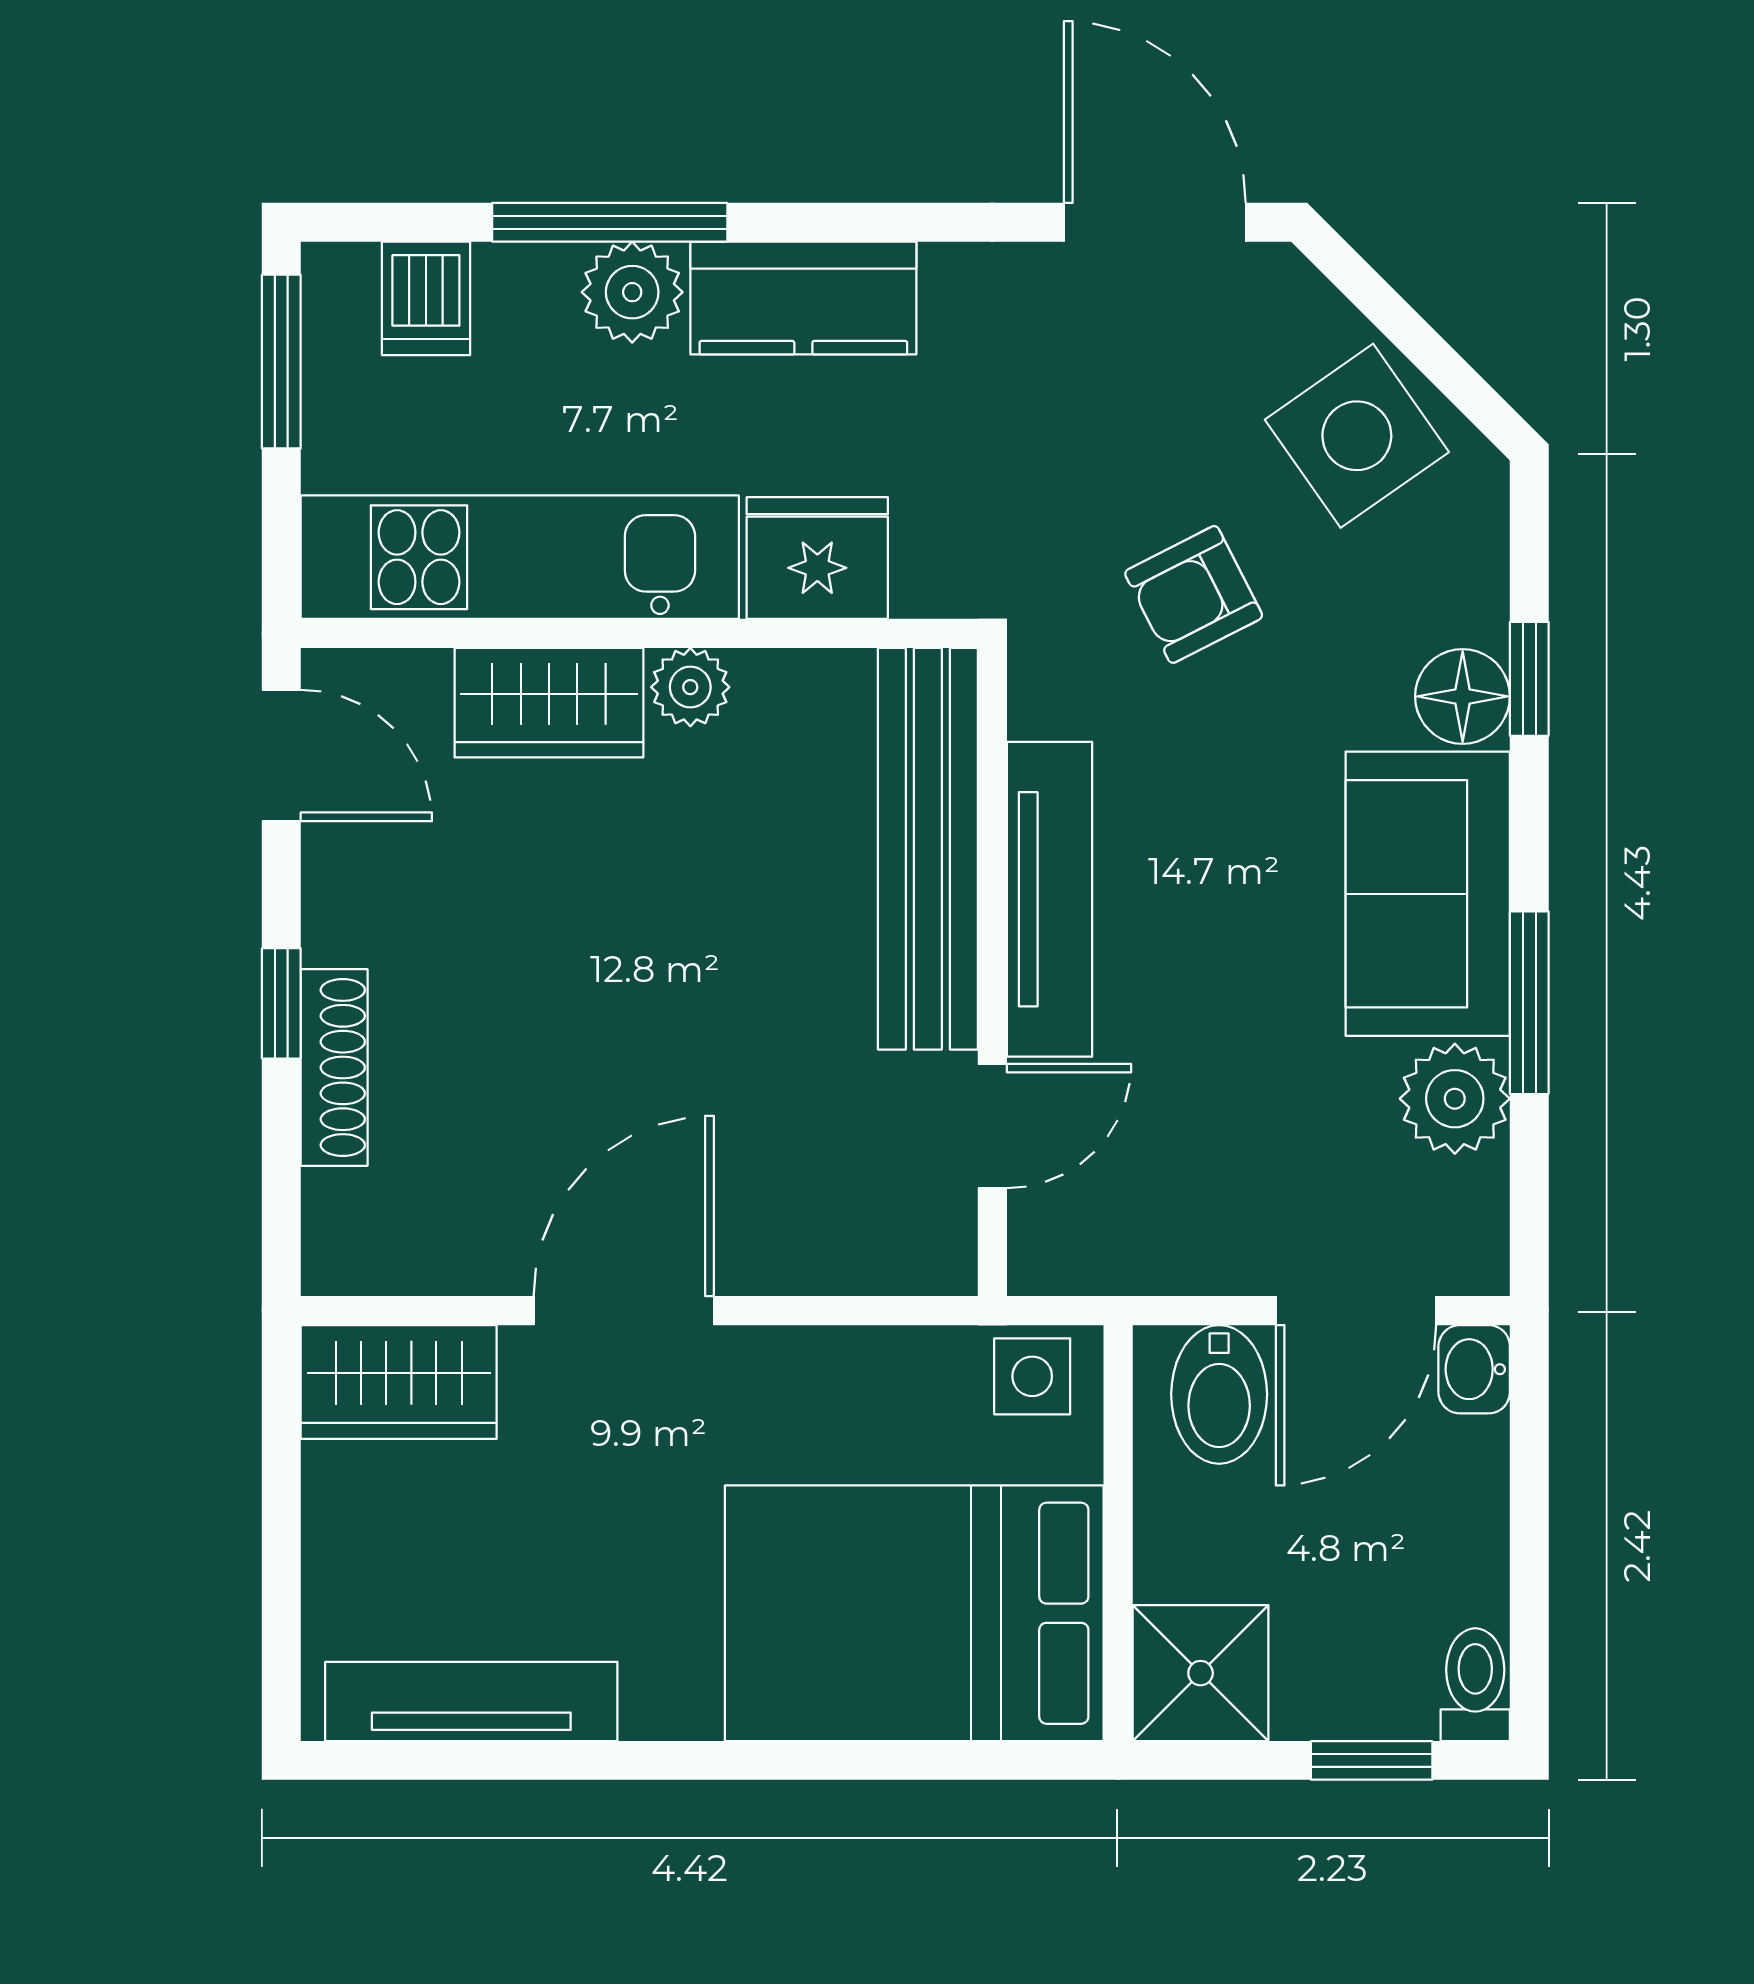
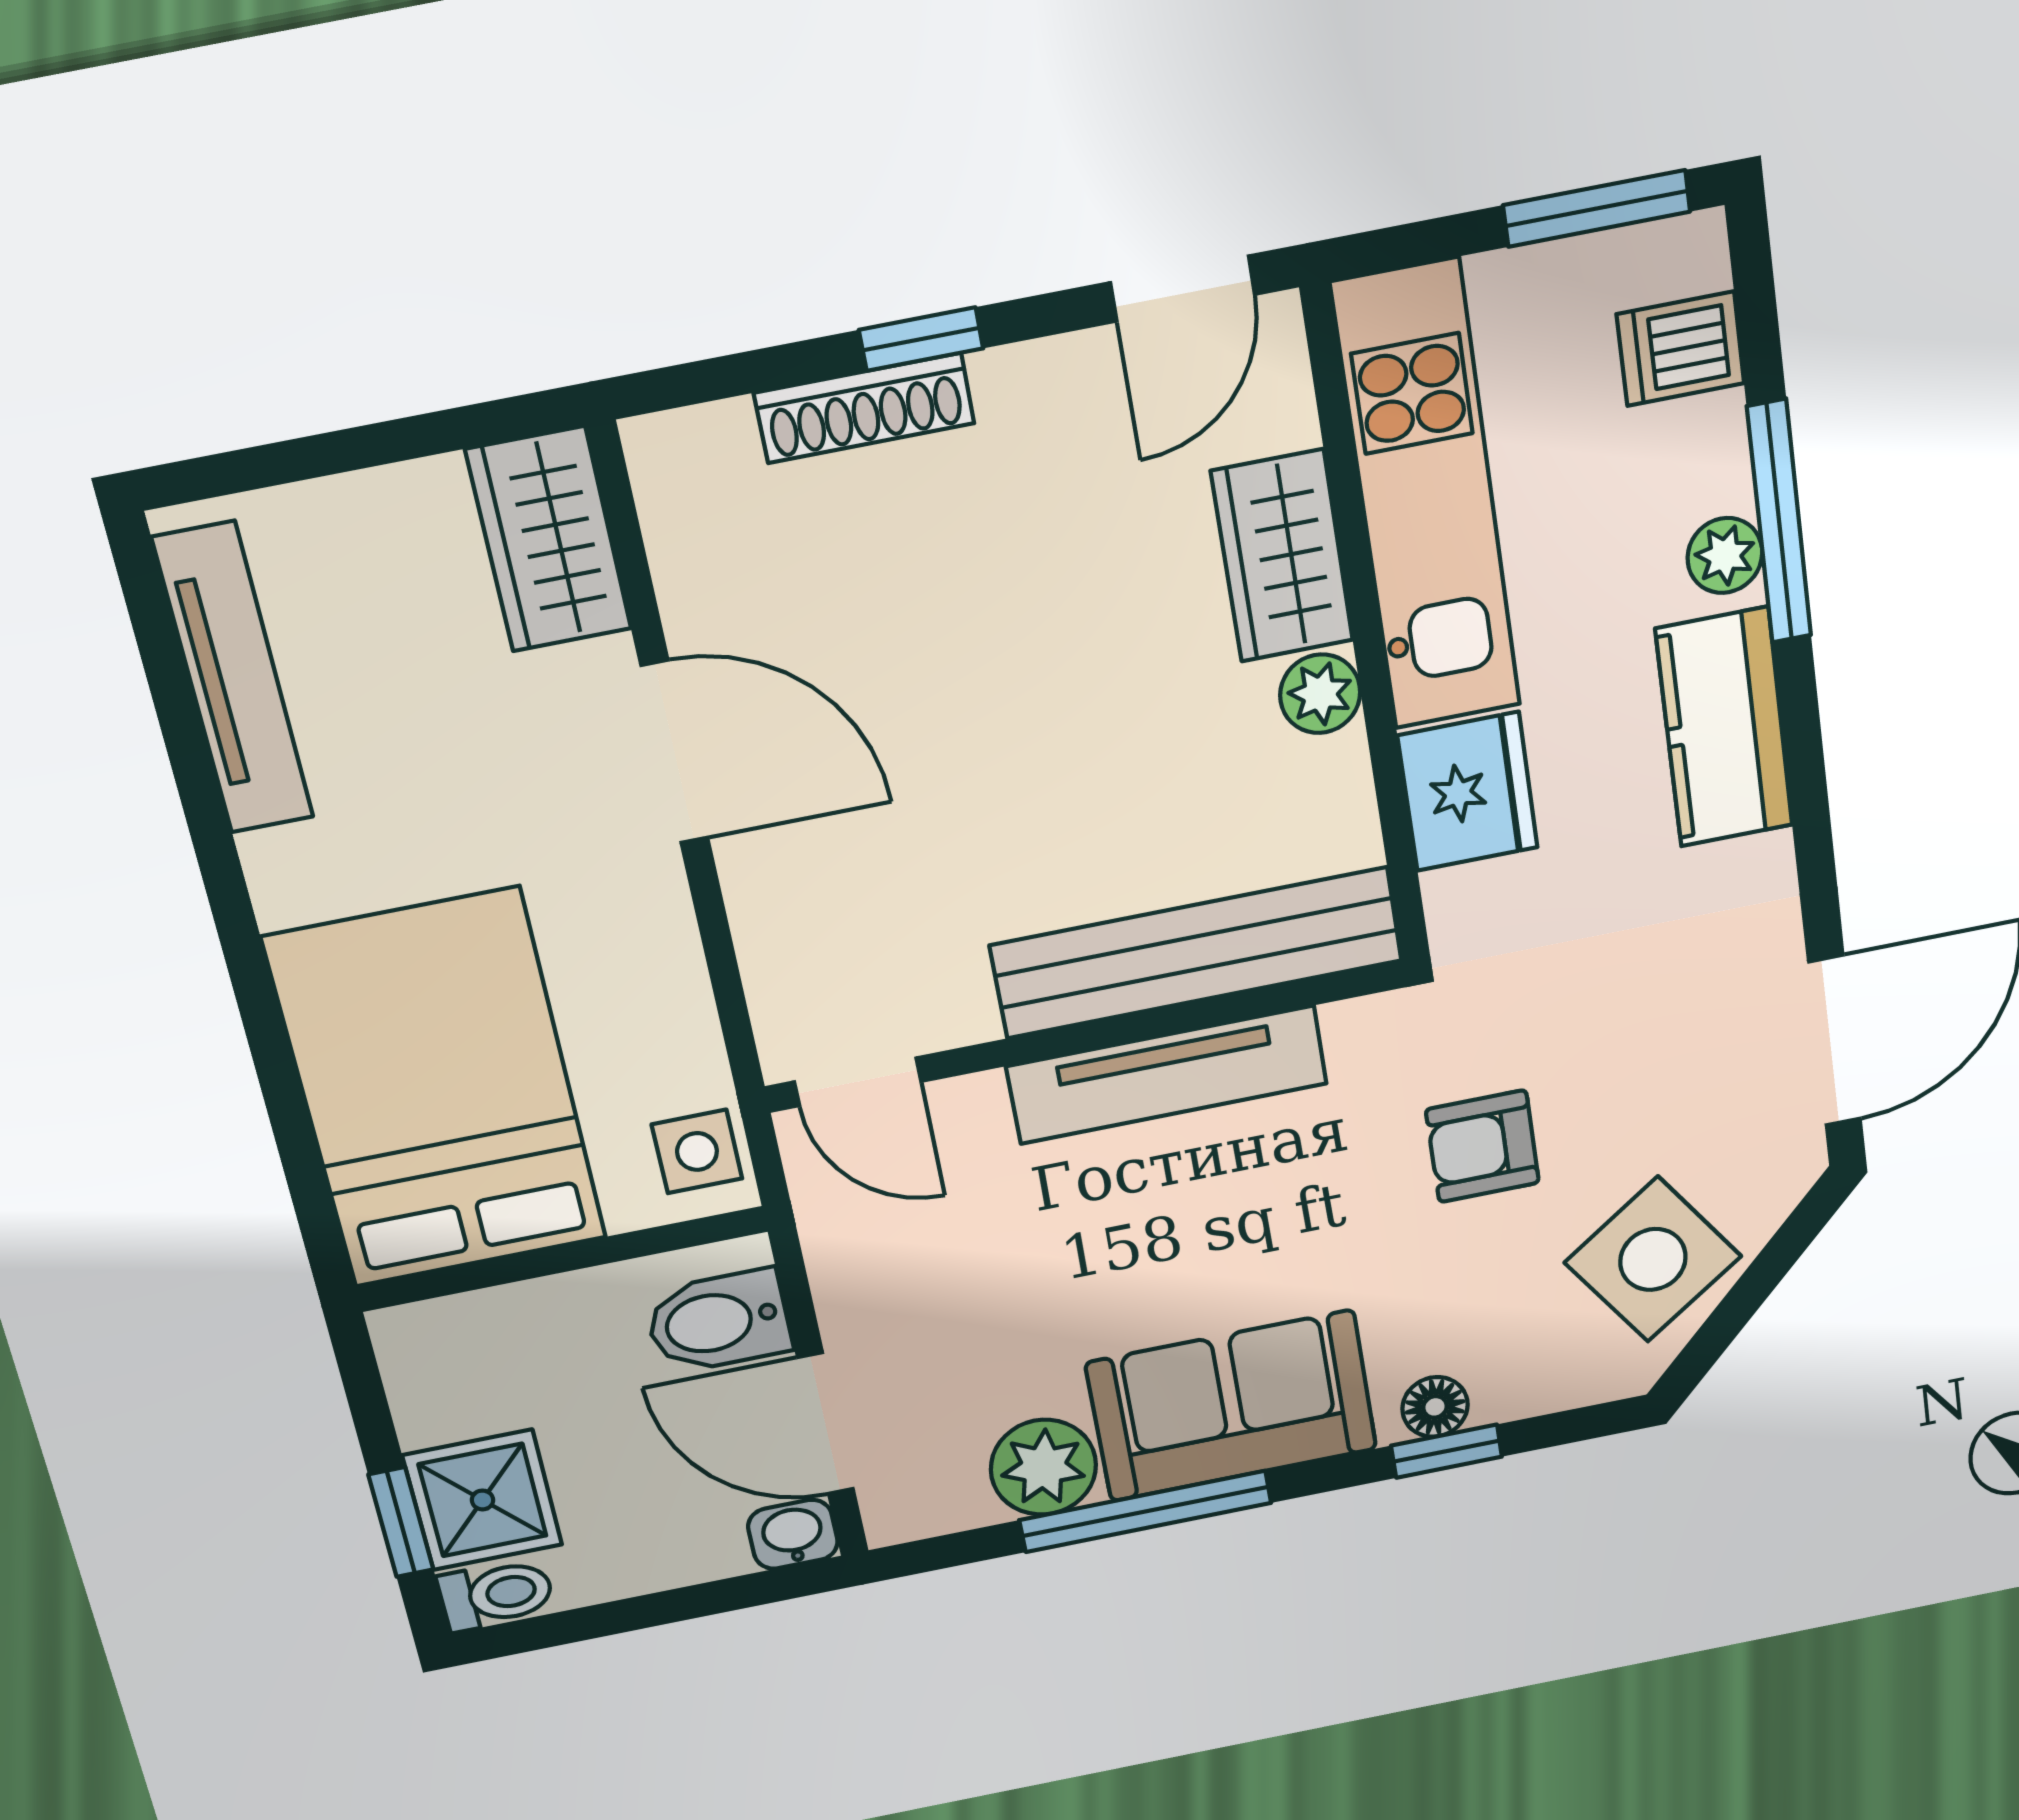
plant: (632, 292) -> (1725, 555), width x0.73, depth x0.73
armchair: (1194, 594) -> (1482, 1146), turned -63
floor lamp: (1463, 696) -> (1435, 1407), width x0.73, depth x0.73
window: (1529, 1003) -> (1145, 1511), width x1.44
door: (992, 1126) -> (858, 1082), moved
shower: (1201, 1673) -> (483, 1500), moved

